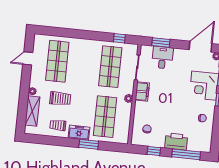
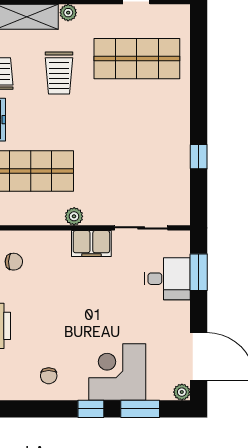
window: (119, 38) -> (199, 157), moved
shop shelf: (110, 67) -> (137, 171), removed

